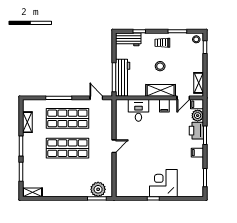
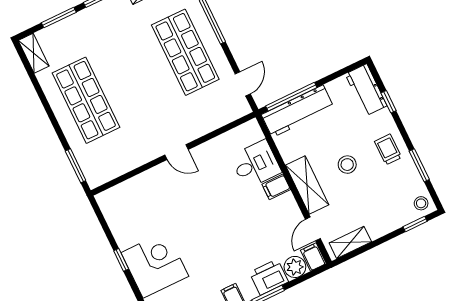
door: (183, 98) -> (313, 229), hinge flipped
filing cabinet: (164, 106) -> (276, 187), moved
shop shelf: (67, 148) -> (86, 100), moved
plant: (98, 189) -> (92, 160), removed

